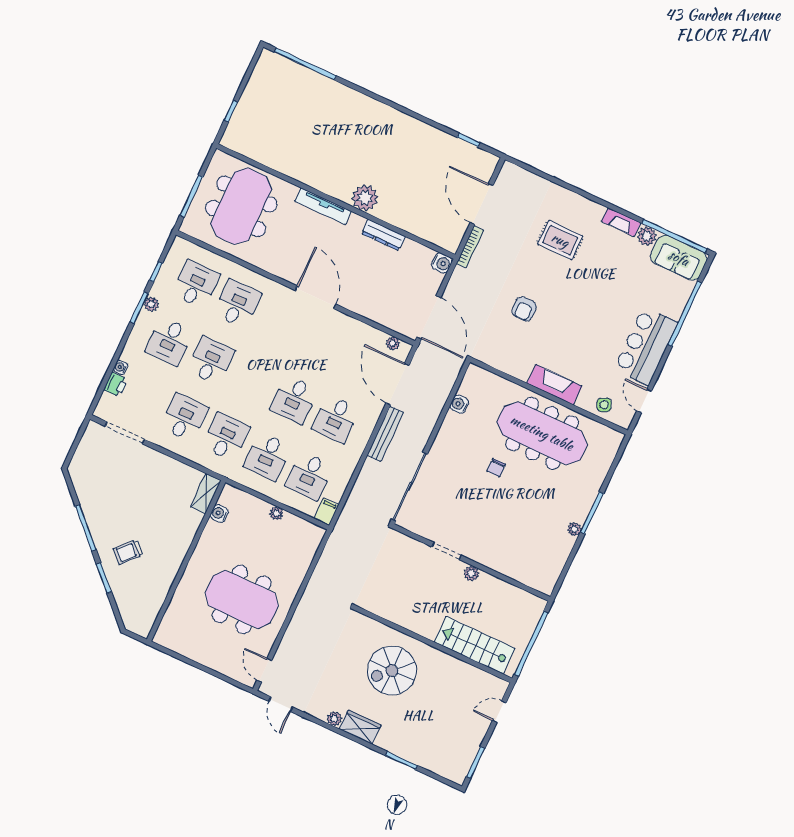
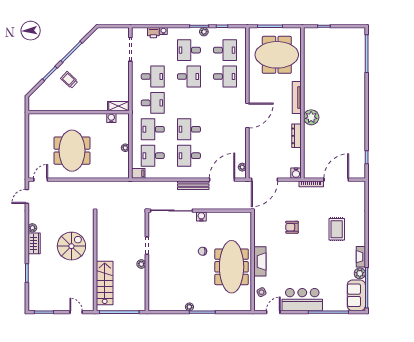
water cooler: (459, 404) -> (201, 217), moved
spiral stairs: (392, 670) -> (71, 246), turned 90

